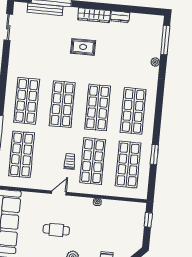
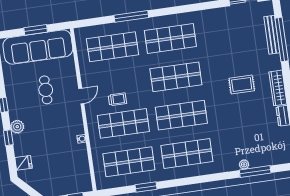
window: (165, 40) -> (255, 172), moved
rug: (83, 47) -> (242, 85), turned 90
door: (59, 193) -> (81, 96), hinge flipped
cafe table: (56, 230) -> (46, 90), moved

